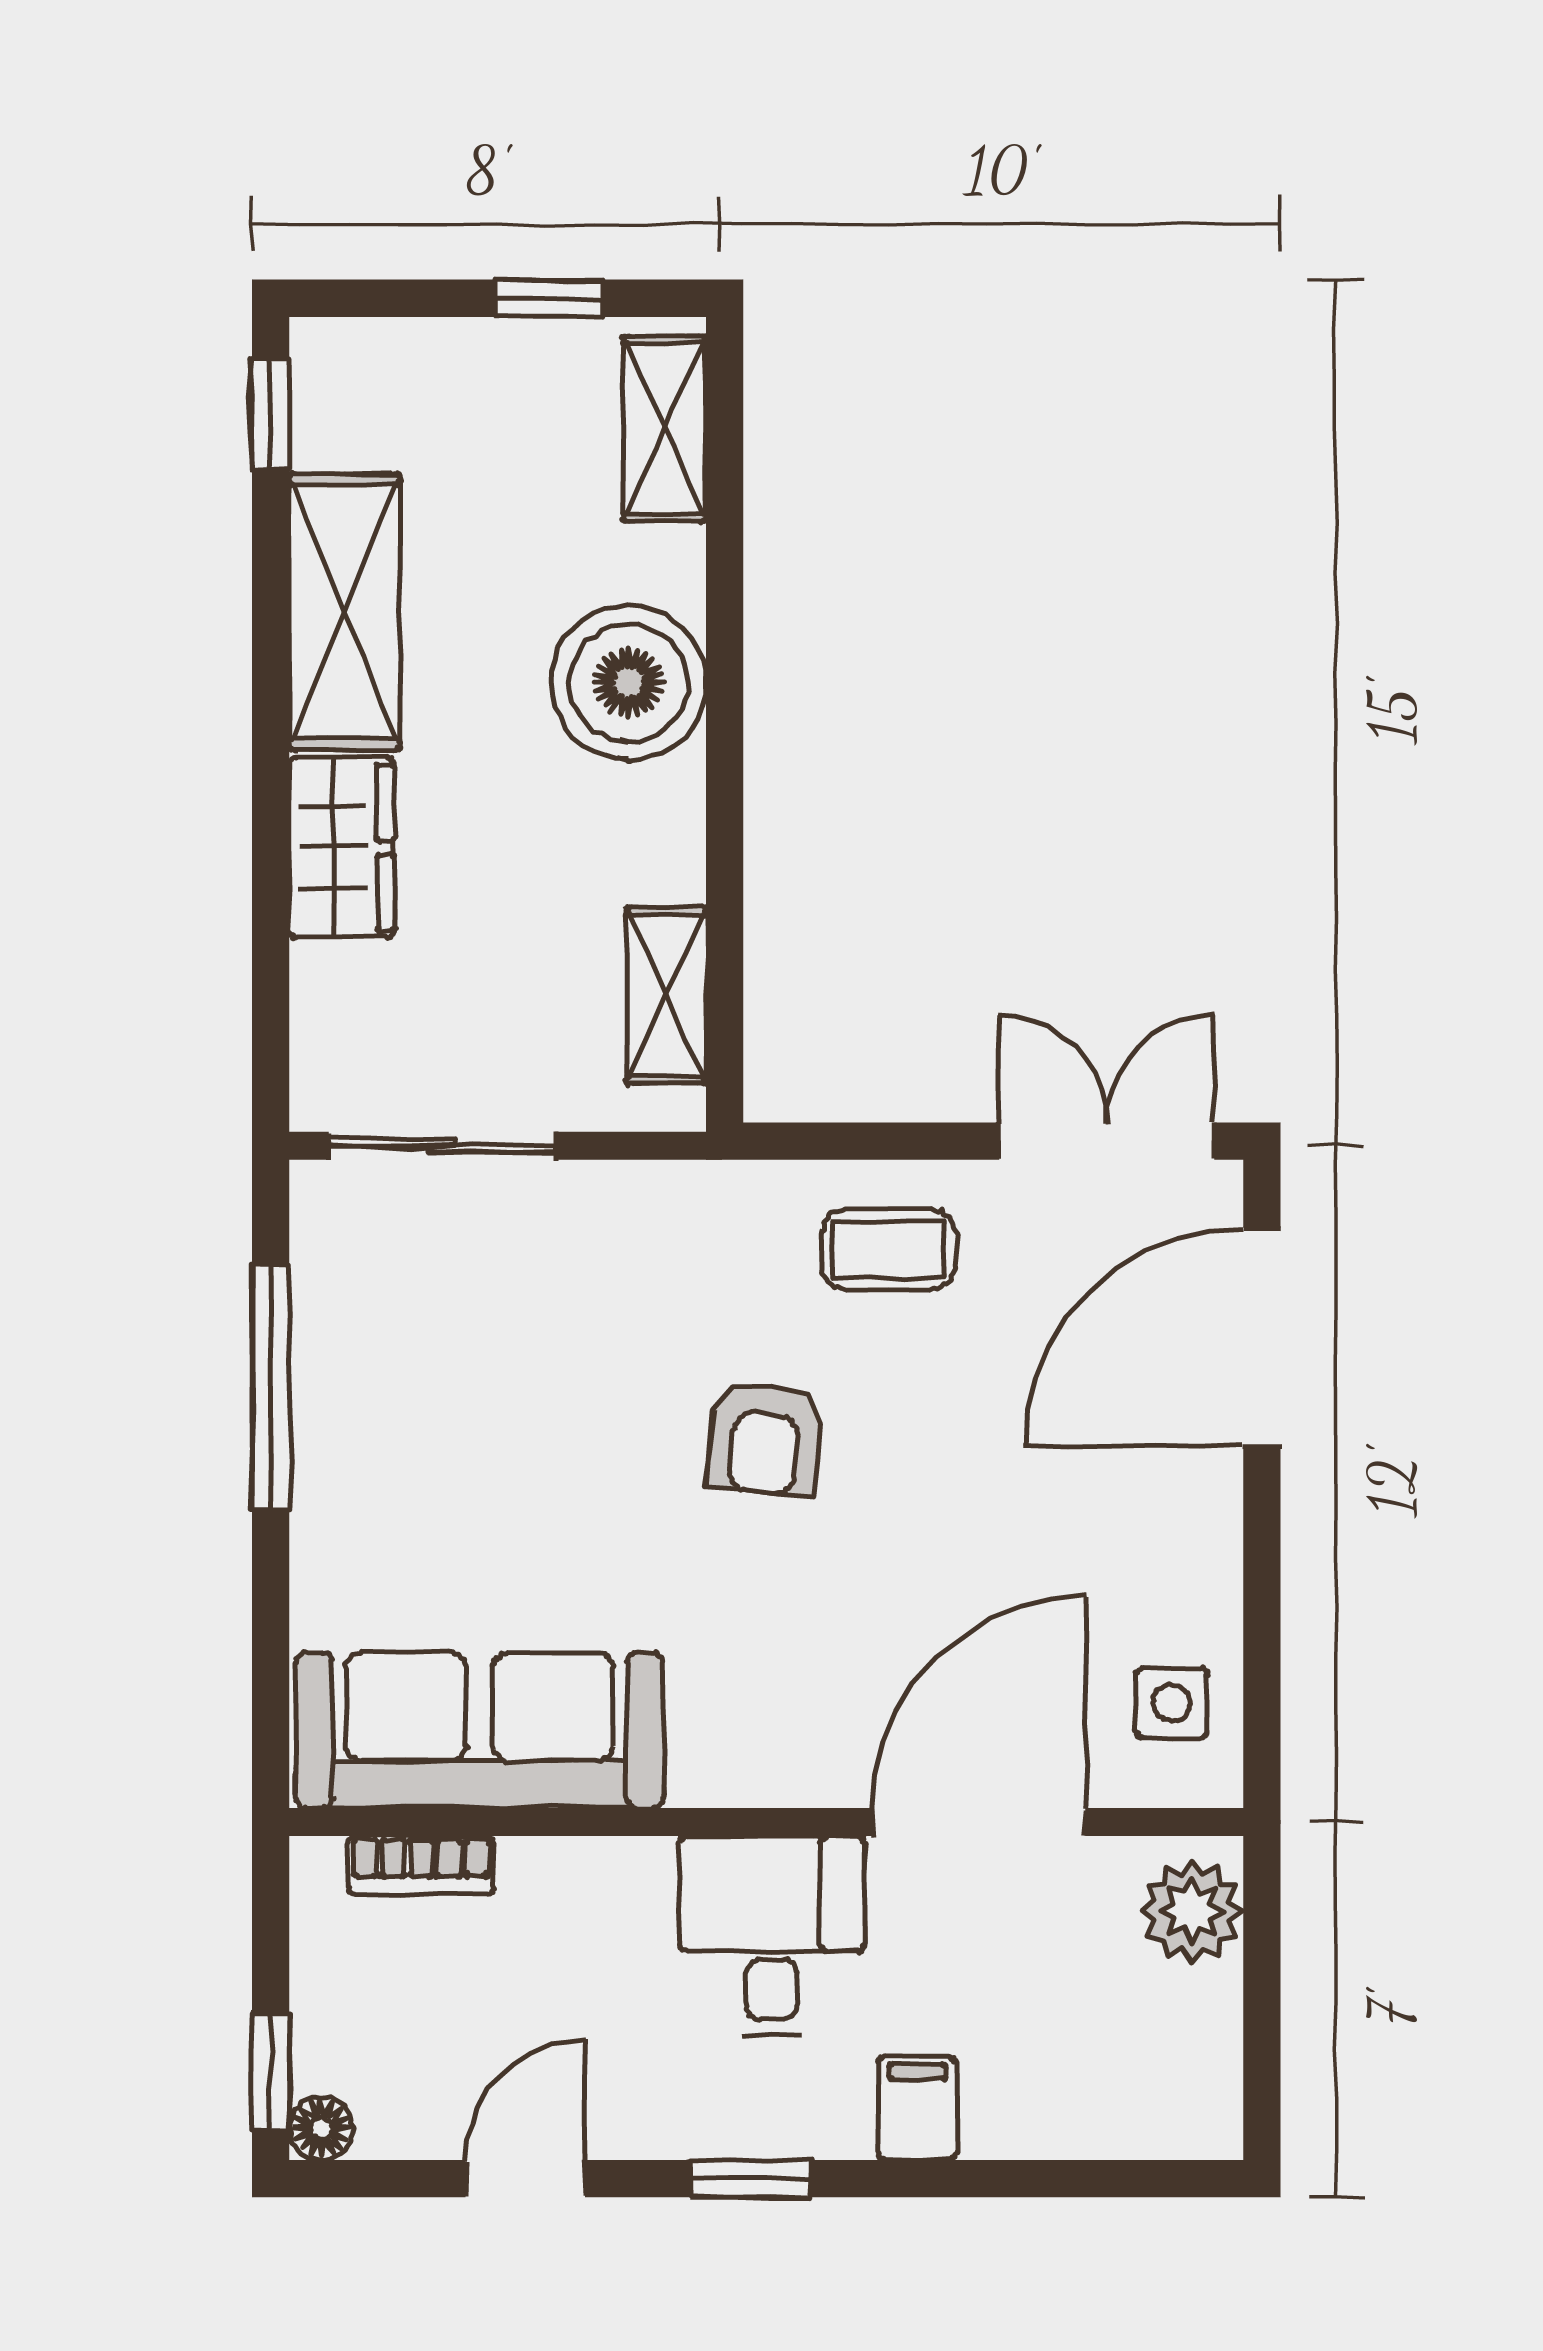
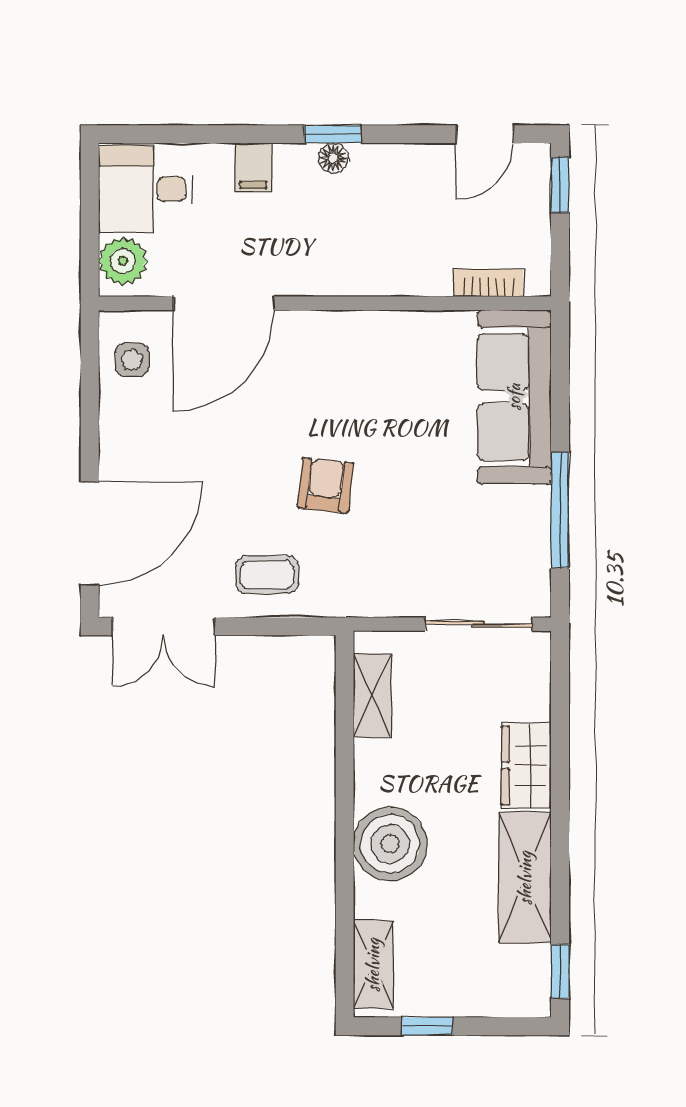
sofa: (480, 1730) -> (514, 397), moved, turned 90
desk: (772, 1935) -> (146, 189), moved, turned 90
floor lamp: (321, 2128) -> (333, 158), moved
door: (525, 2179) -> (485, 134), moved

